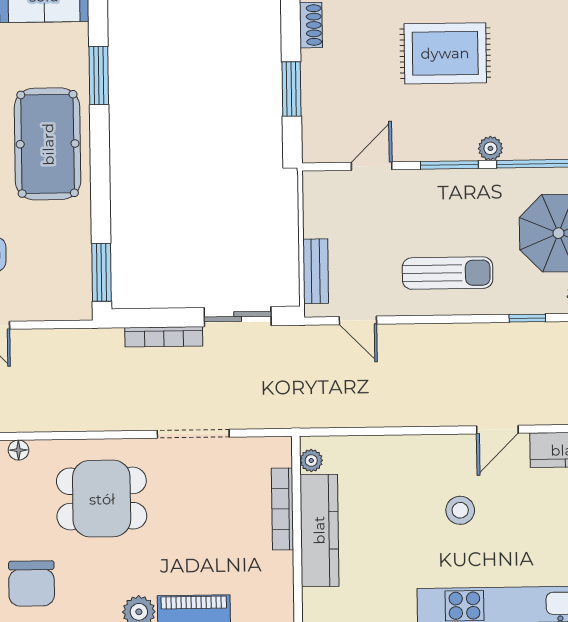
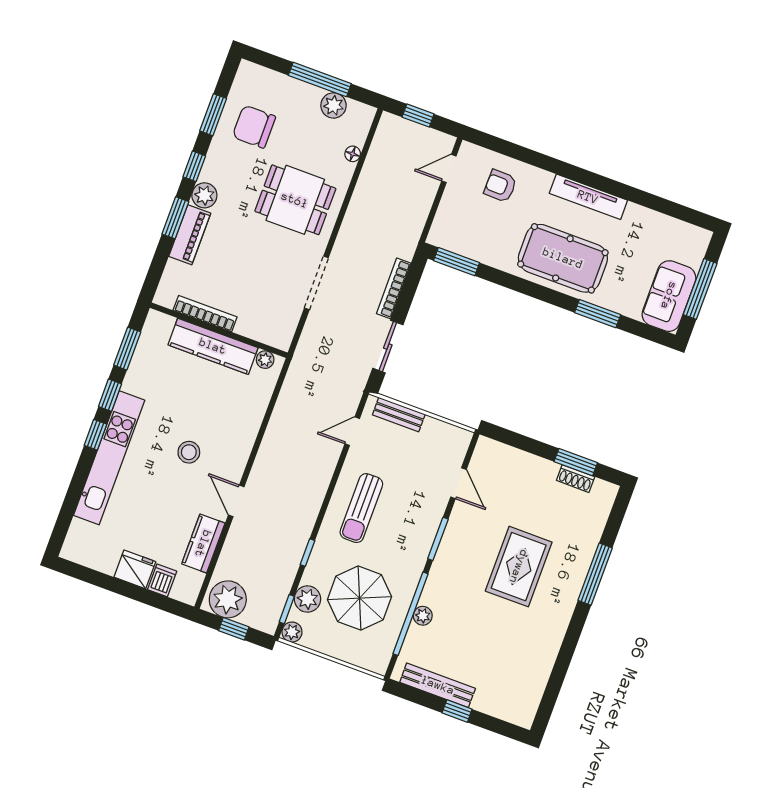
window: (291, 89) -> (576, 462), moved
plant: (490, 148) -> (423, 616), moved
dining table: (102, 499) -> (295, 200), turned 90
bookcase: (283, 509) -> (205, 314), moved

